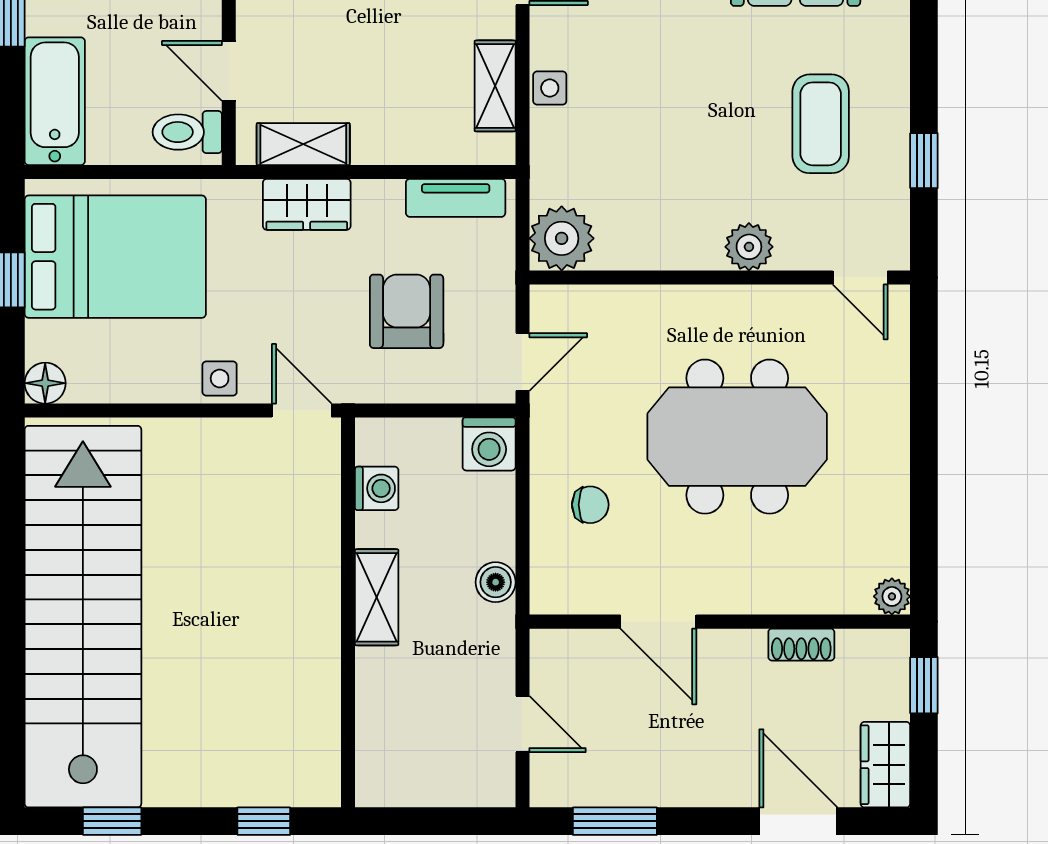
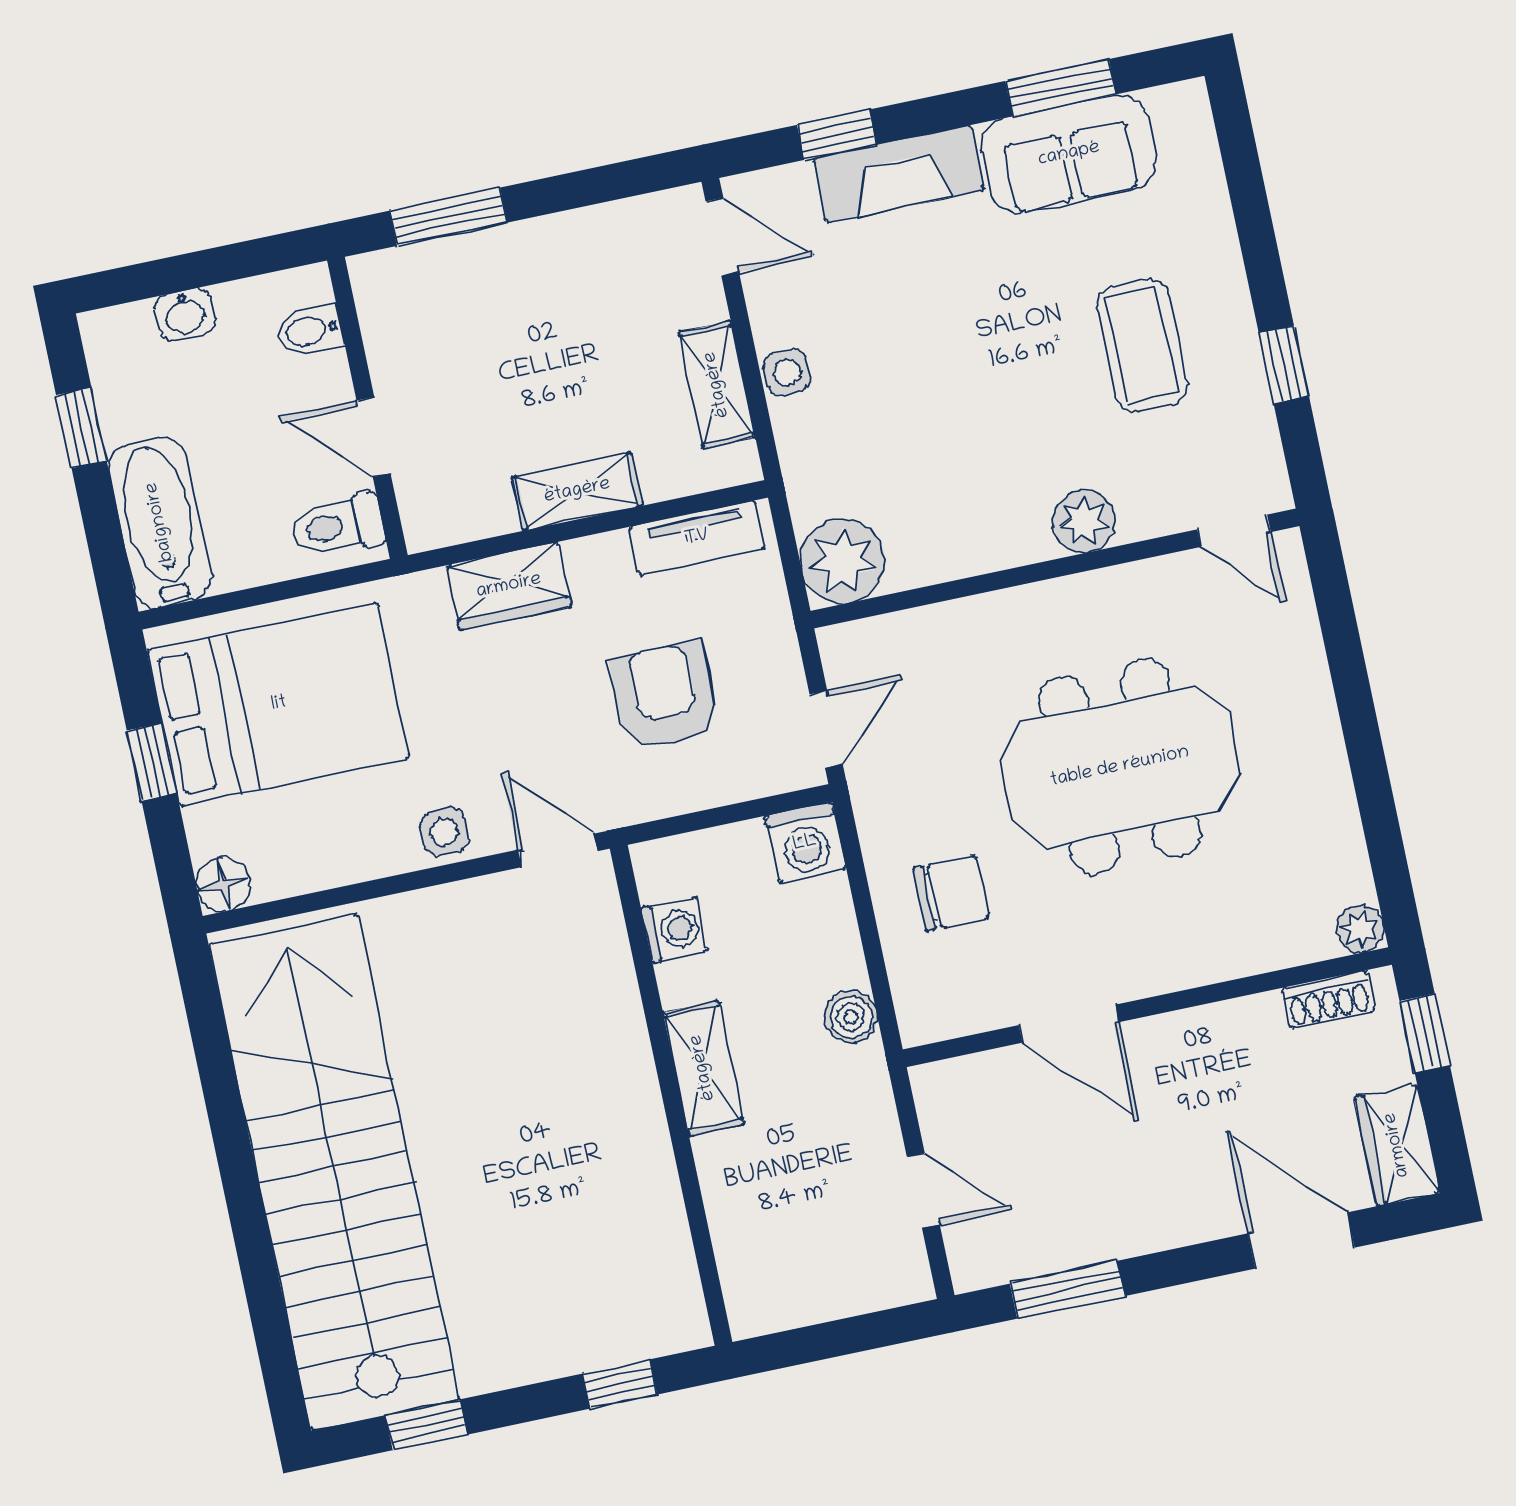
shelving: (303, 144) -> (577, 491), moved
chair: (590, 505) -> (951, 893), width x1.37, depth x1.37
shoe rack: (801, 645) -> (1328, 1000), moved

